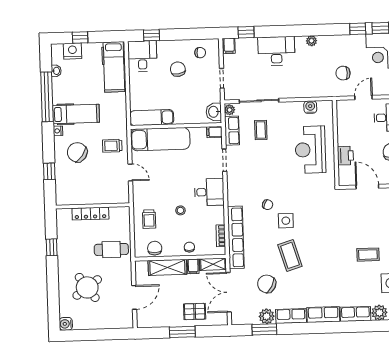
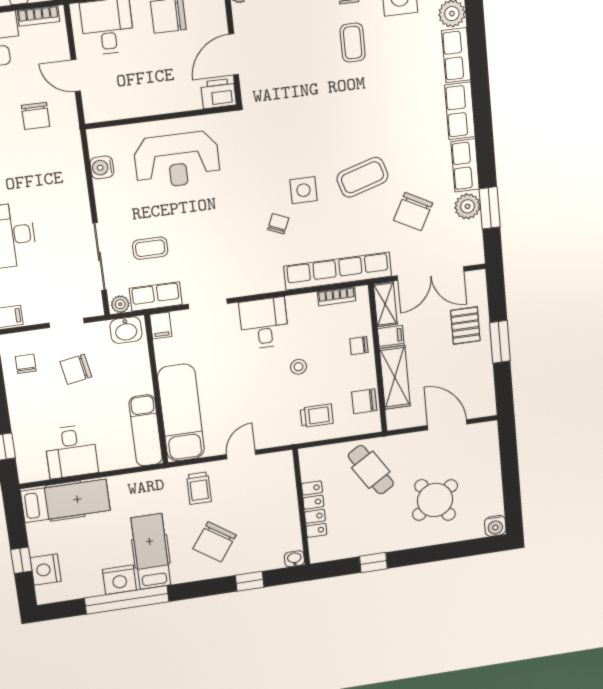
desk: (142, 56) -> (71, 452), moved, turned -90
chair: (178, 69) -> (76, 369), moved
washbasin: (56, 71) -> (294, 559), moved
nightstand: (58, 131) -> (119, 580), moved, width x1.89, depth x1.79
printer: (345, 156) -> (219, 94), moved
cafe table: (111, 249) -> (371, 470), turned -32

